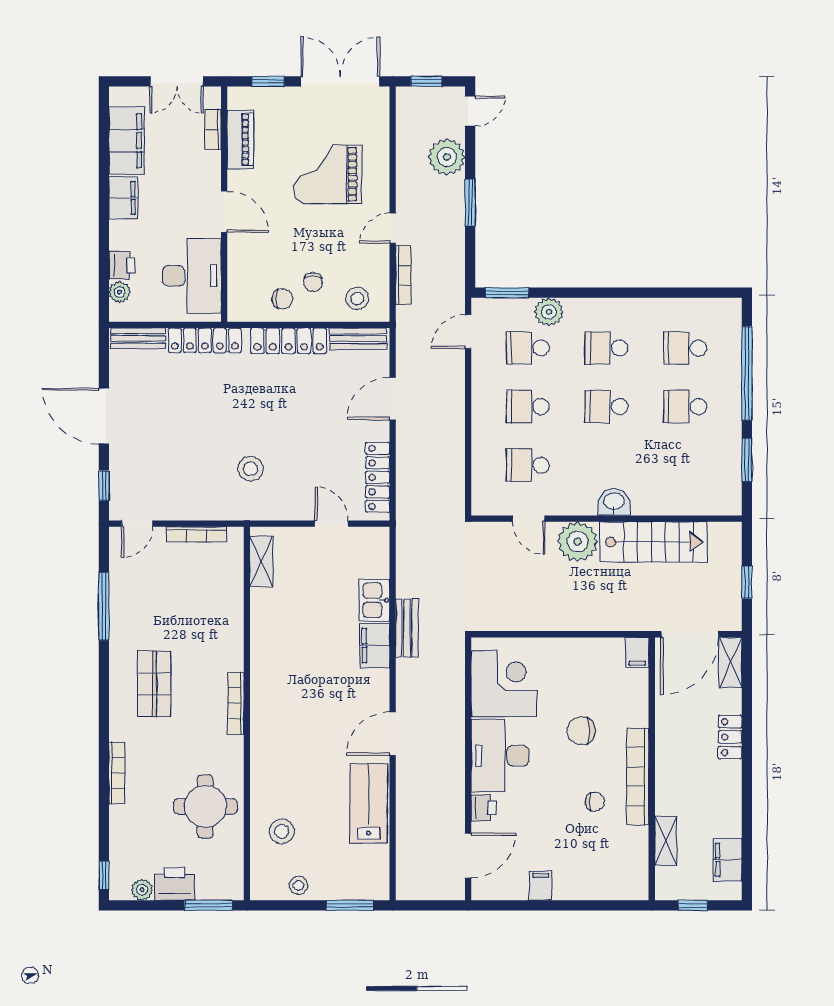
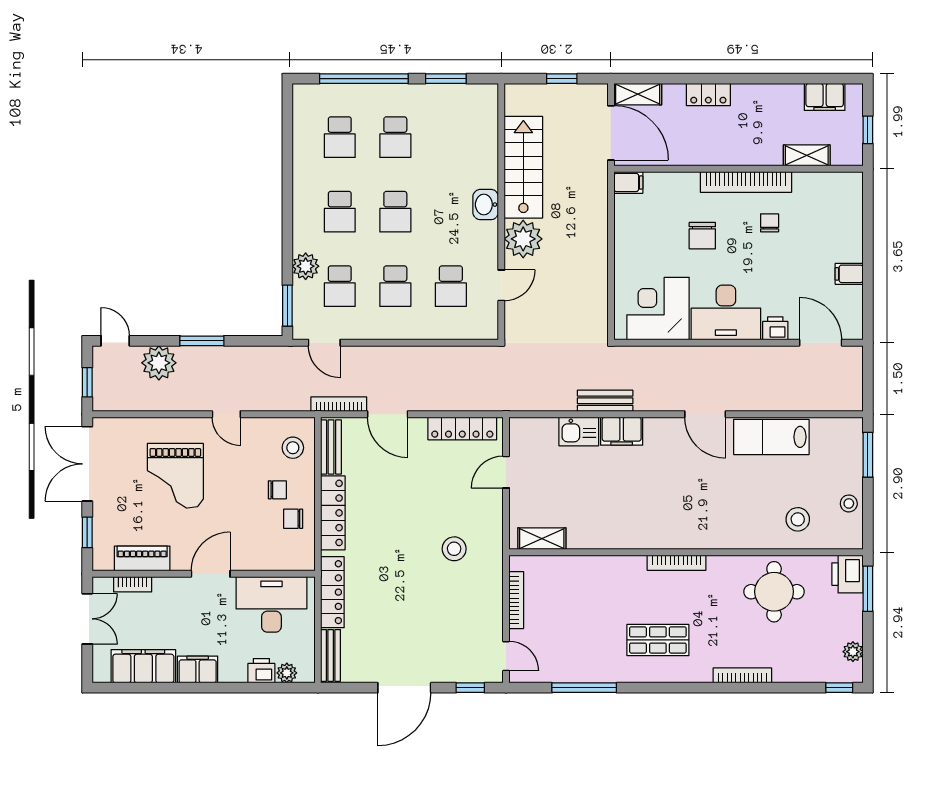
bookcase: (403, 275) -> (339, 404), moved
chair: (282, 299) -> (293, 519), turned -90
printer: (175, 884) -> (847, 574), moved

